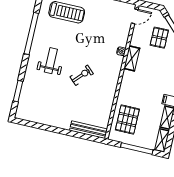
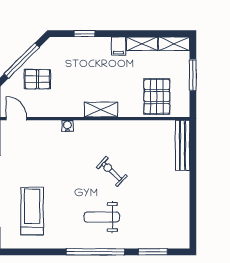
window: (31, 33) -> (95, 252), moved
shelving: (132, 58) -> (101, 110), moved
pallet: (127, 120) -> (157, 97), turned 90
window: (137, 149) -> (193, 75), width x0.69

